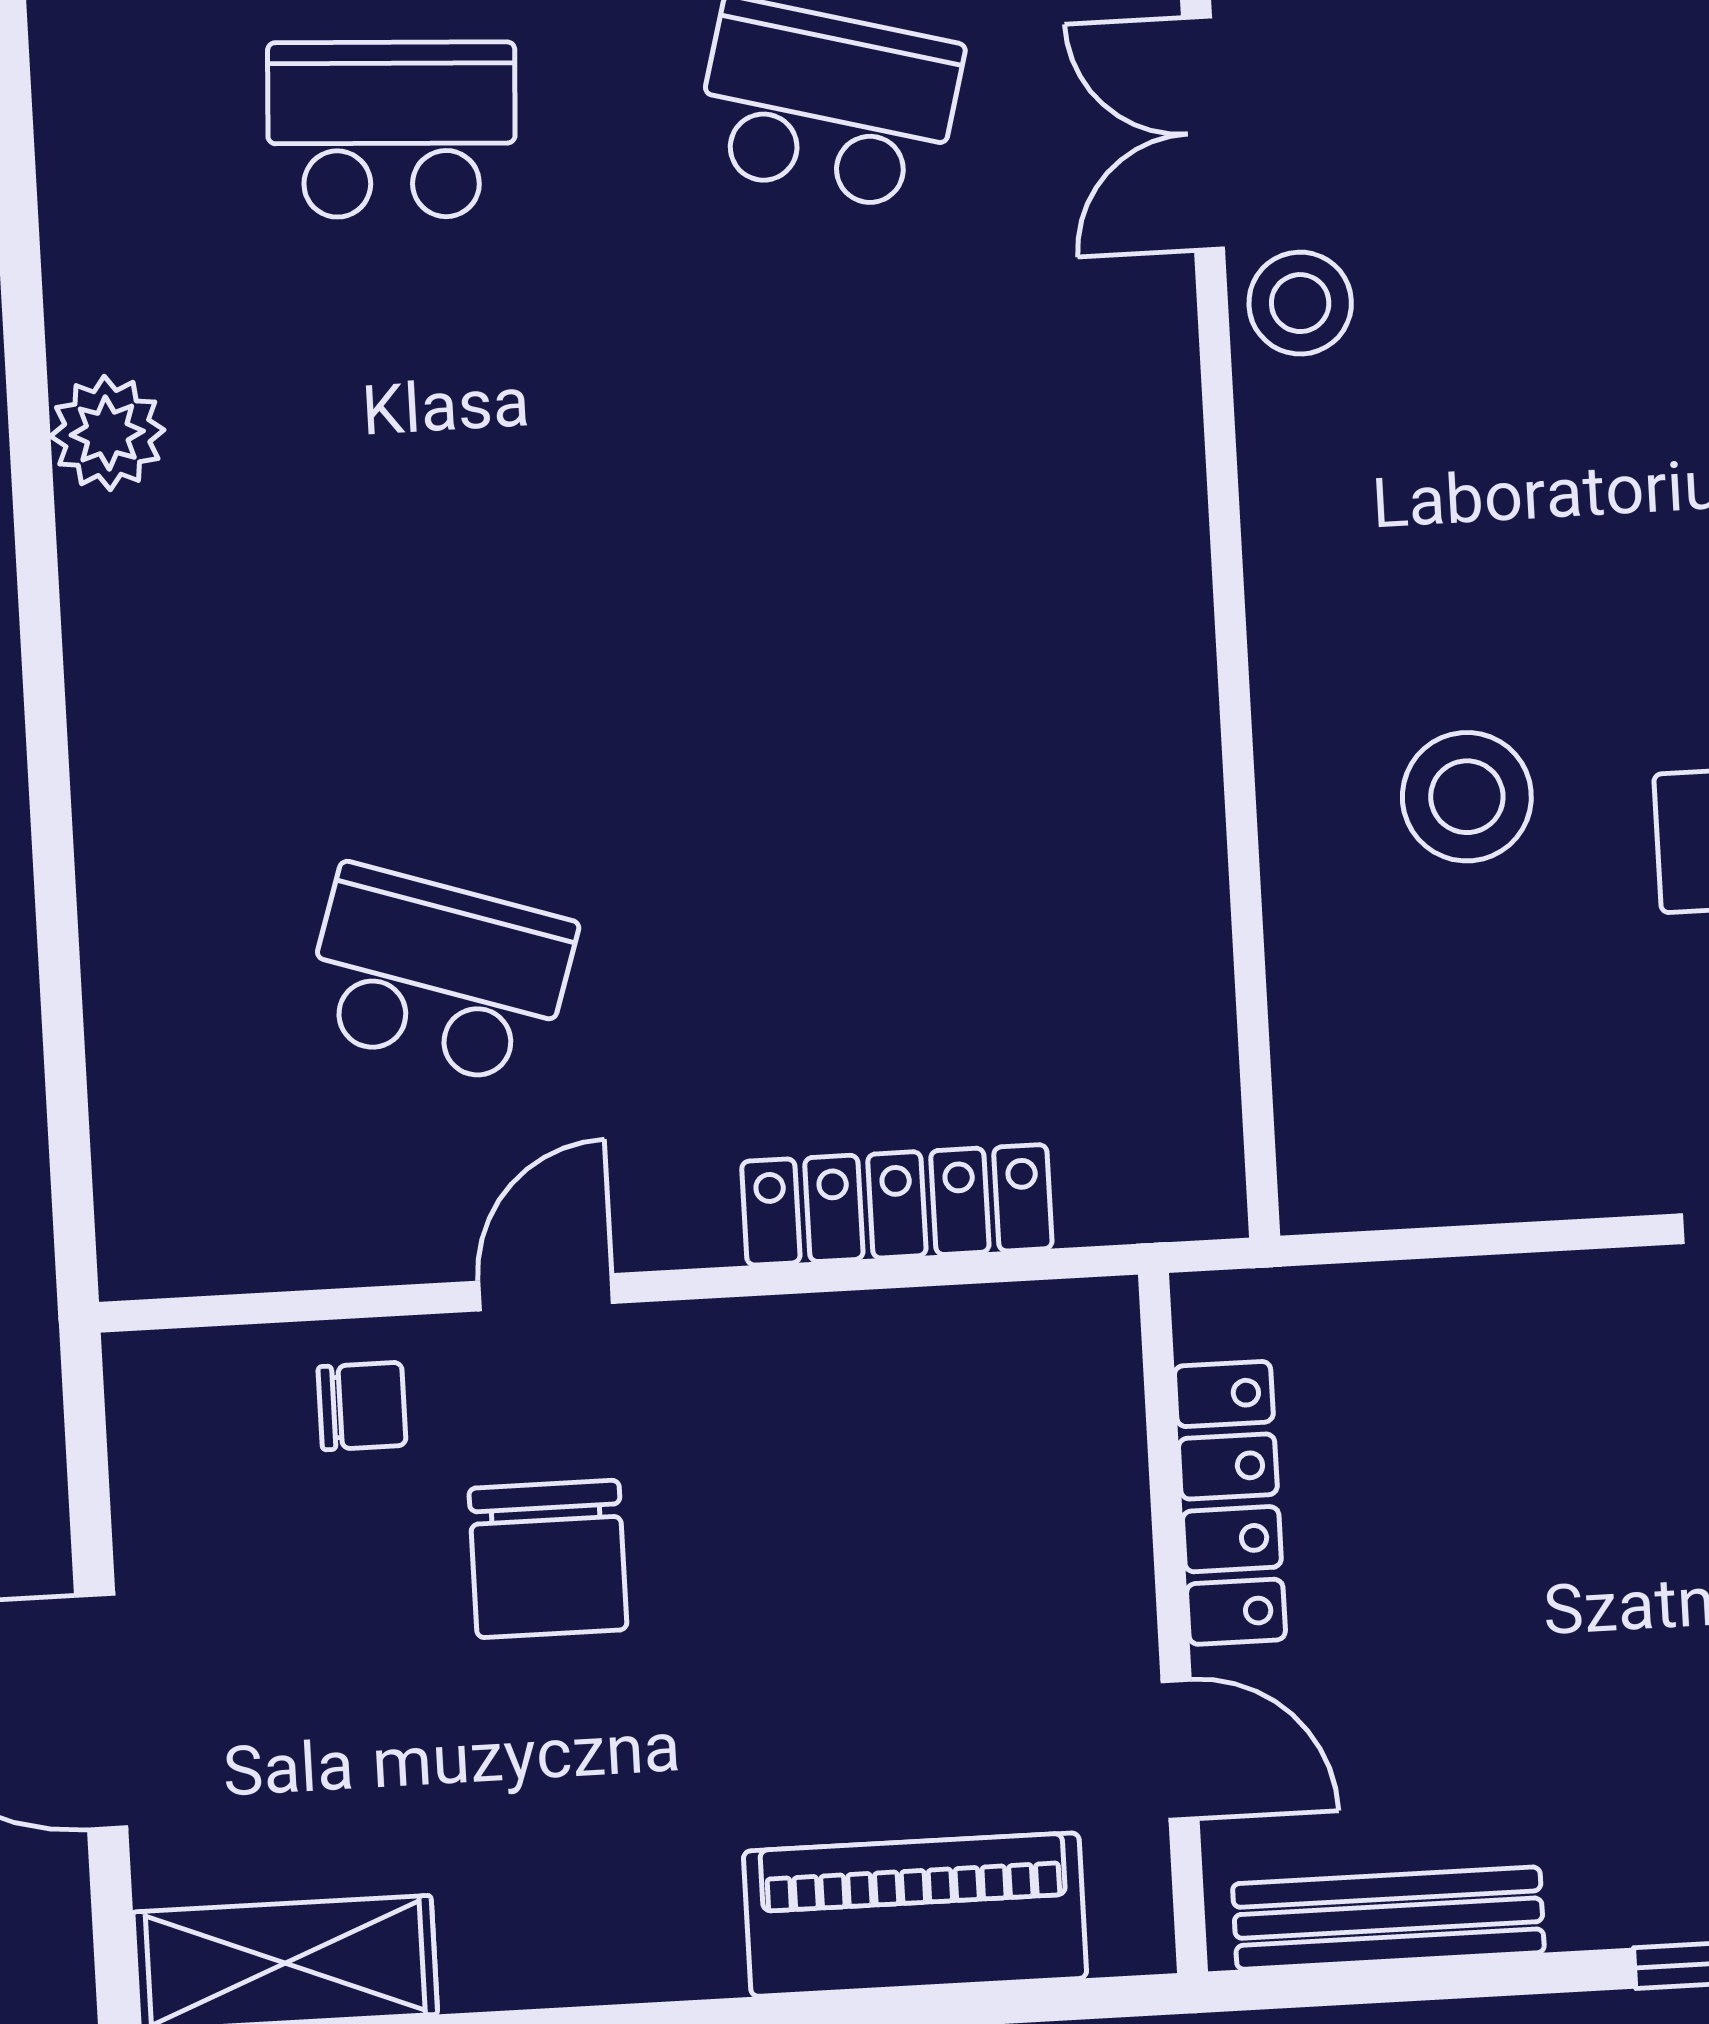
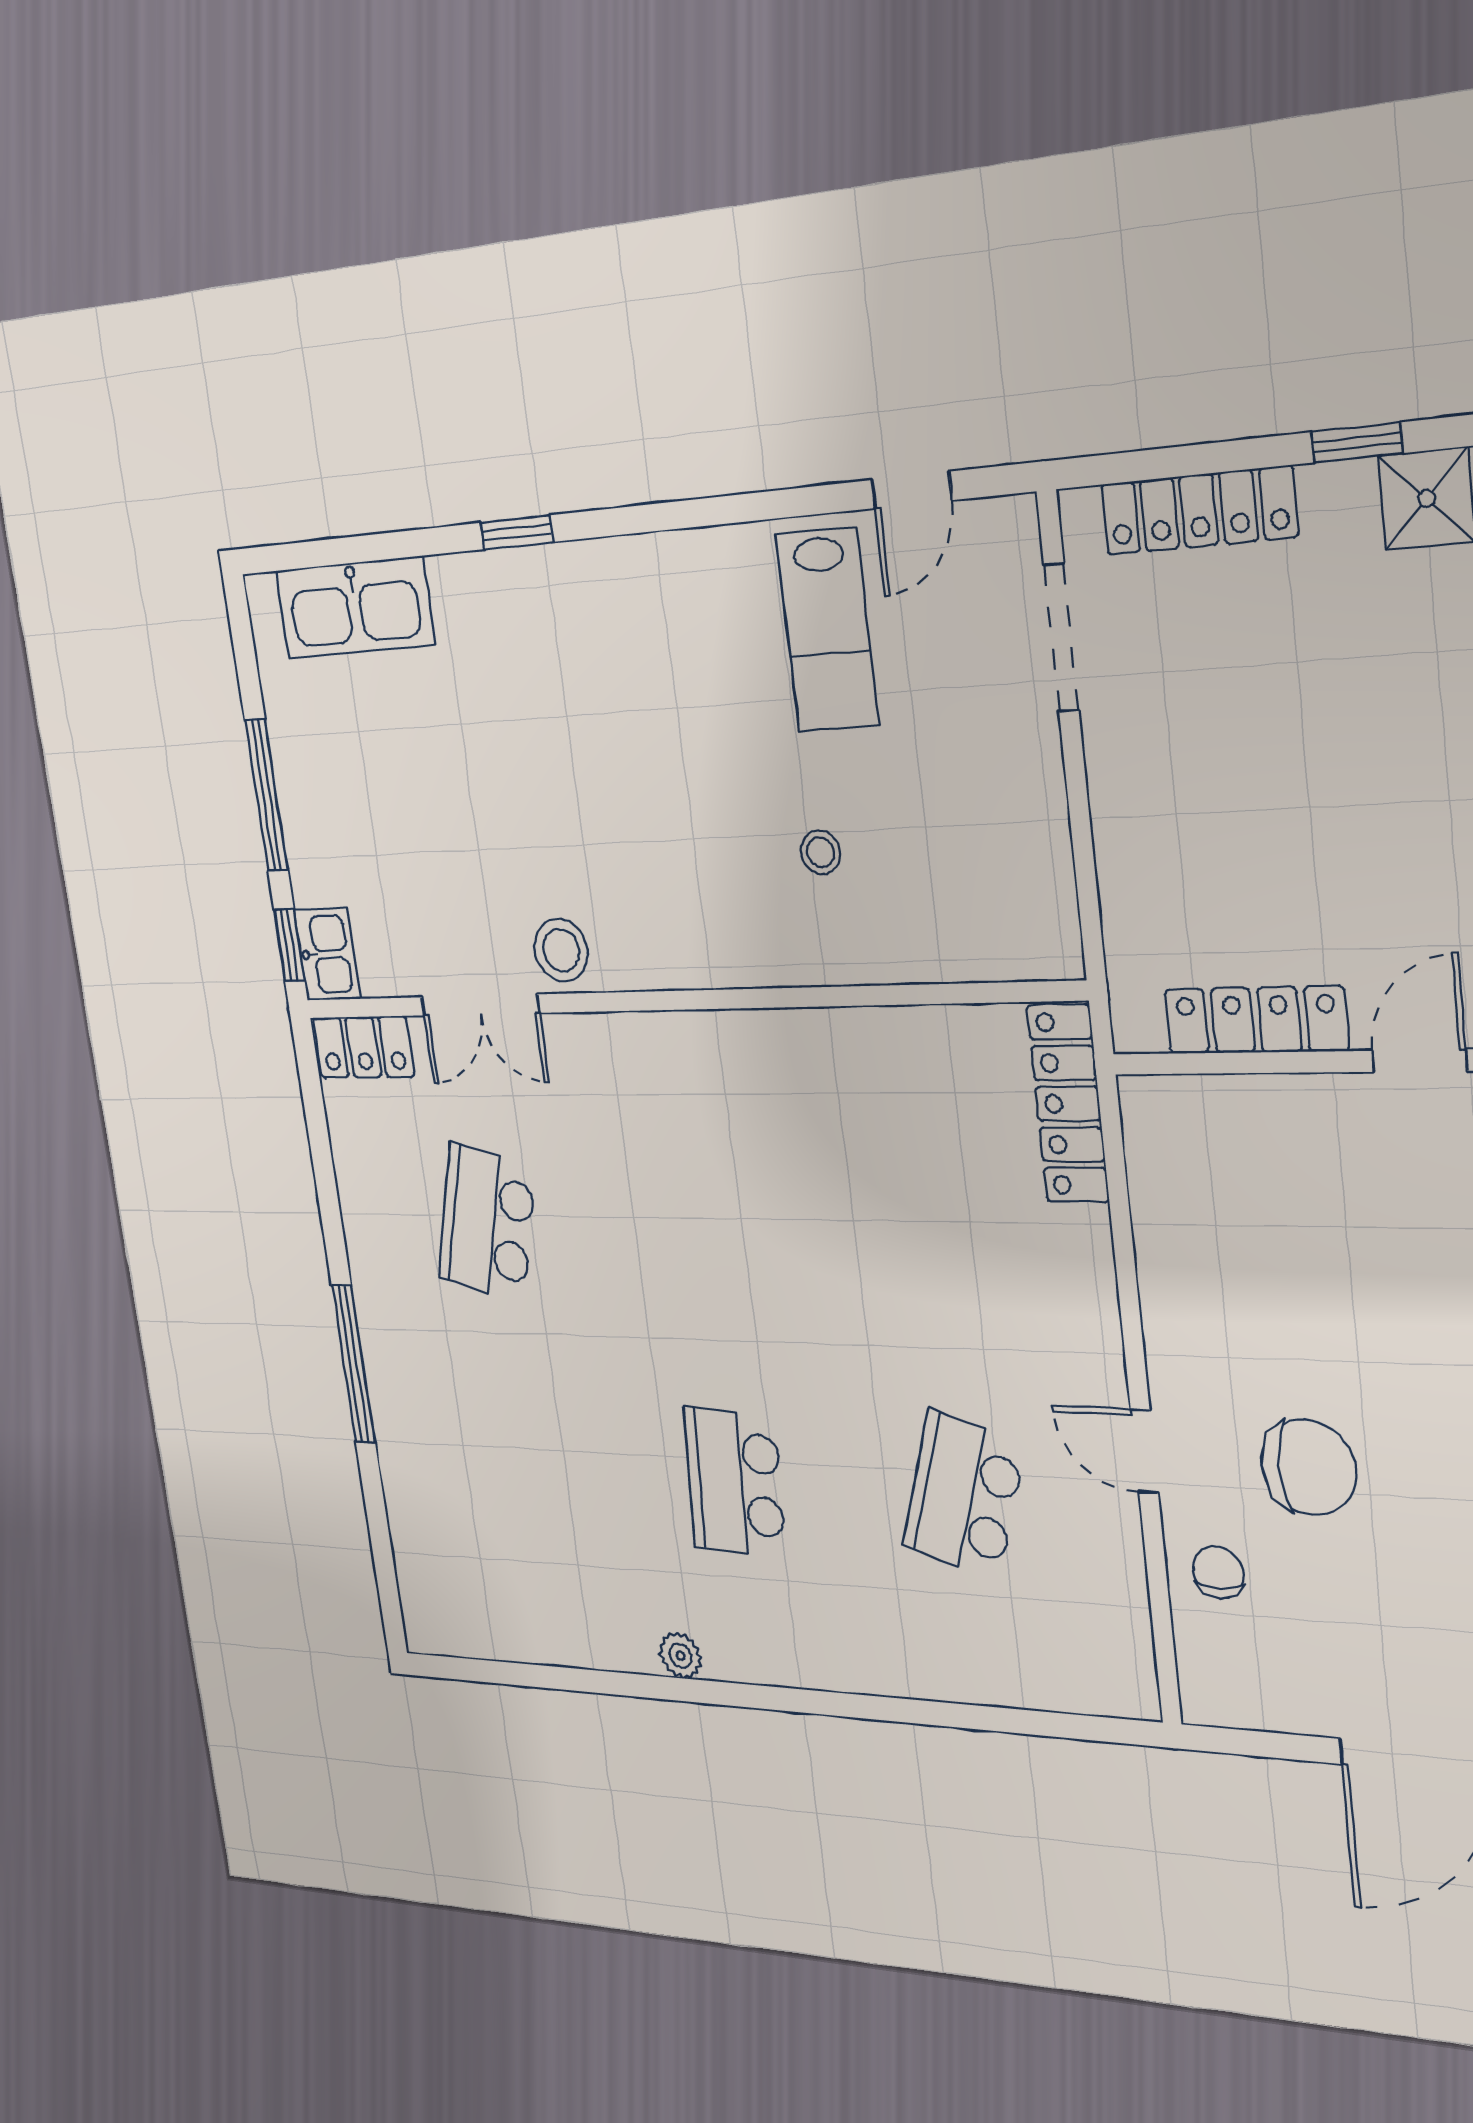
school desk: (391, 130) -> (735, 1482), moved
plant: (107, 433) -> (681, 1656), width x0.73, depth x0.73
stool: (1467, 797) -> (821, 852), width x0.53, depth x0.53
locker: (897, 1205) -> (1068, 1104), moved

